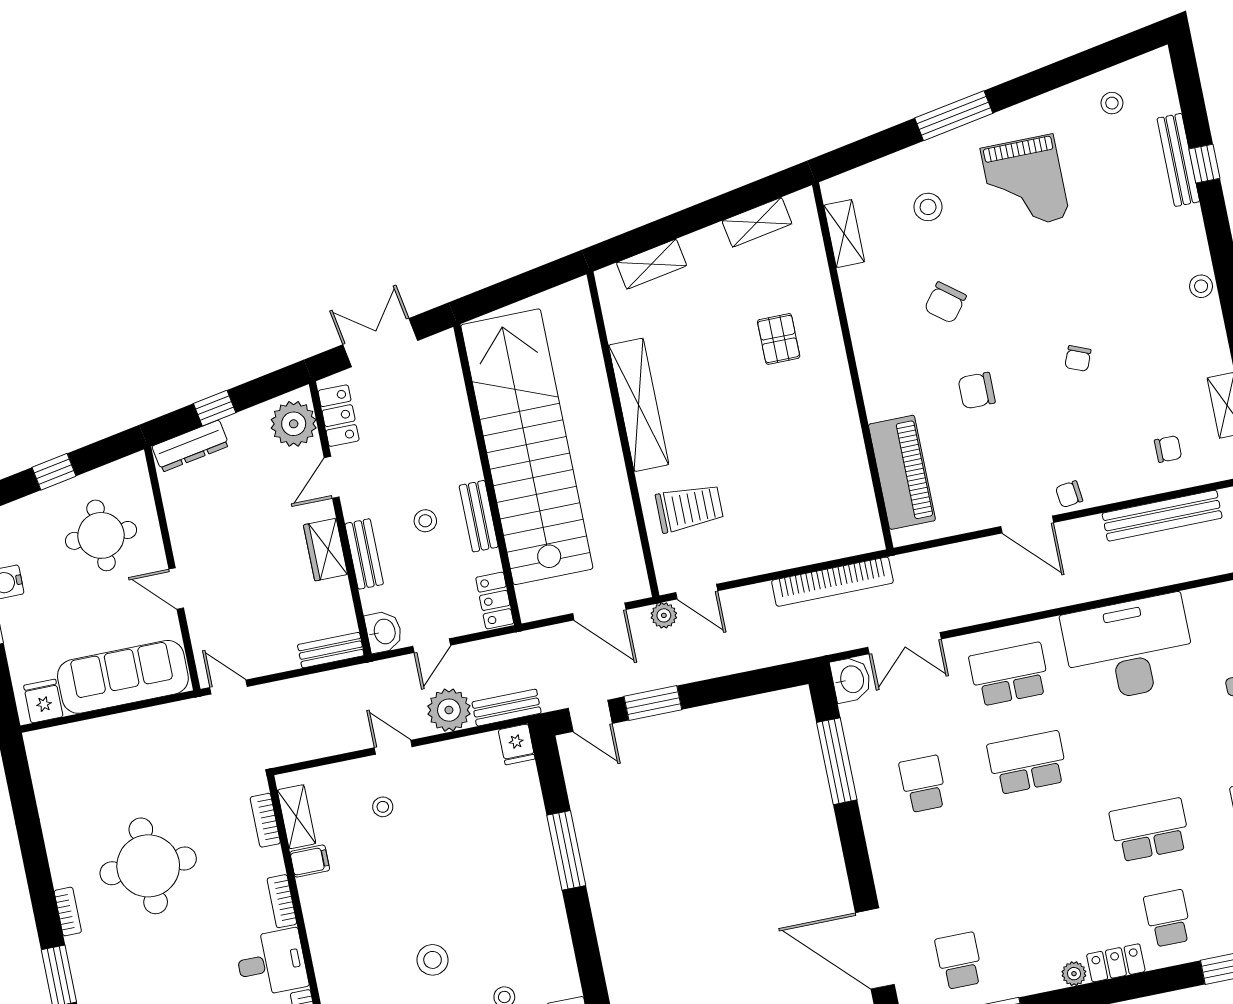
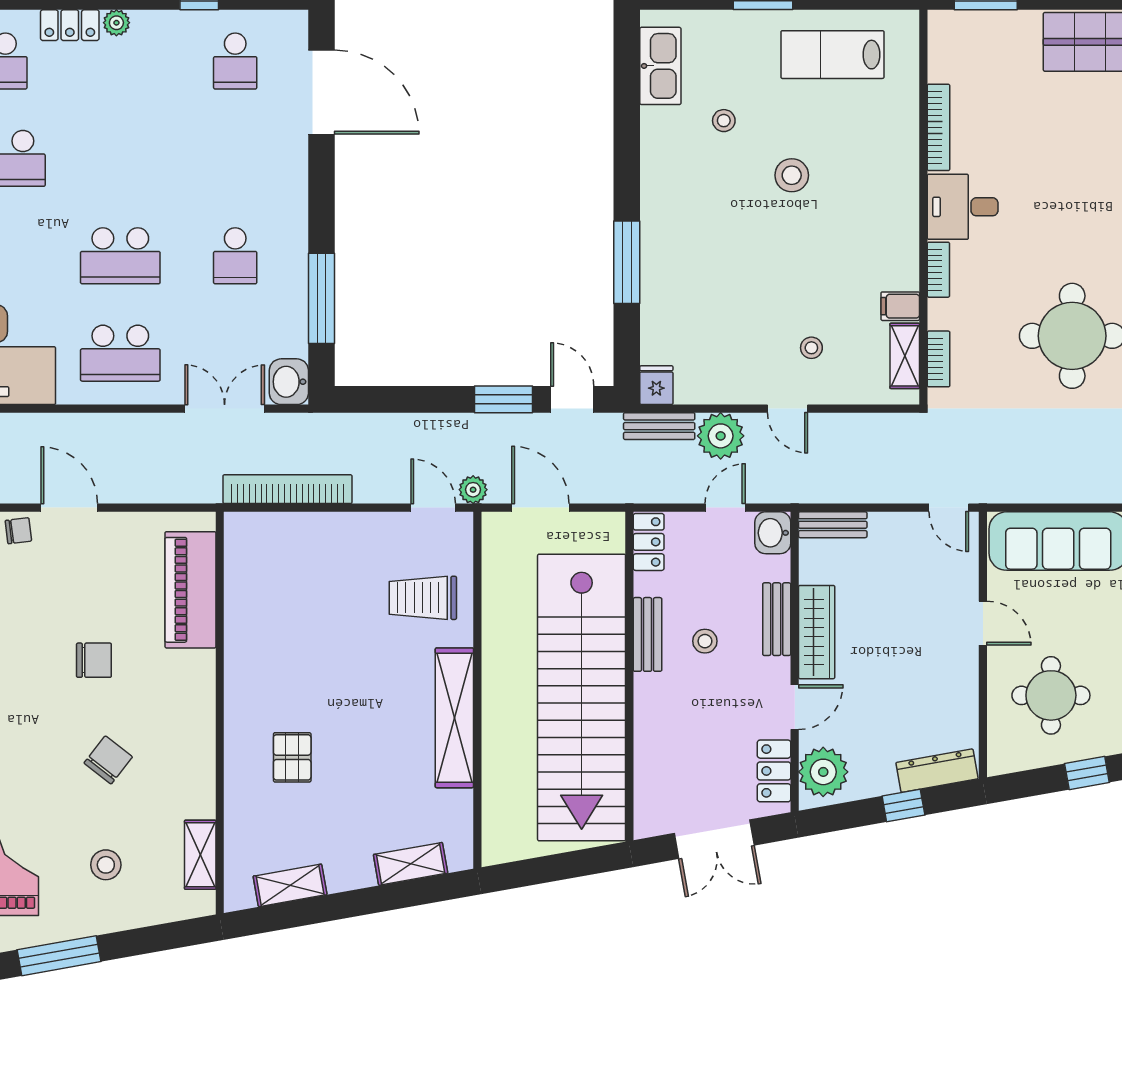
wardrobe: (326, 550) -> (817, 632), width x1.50

